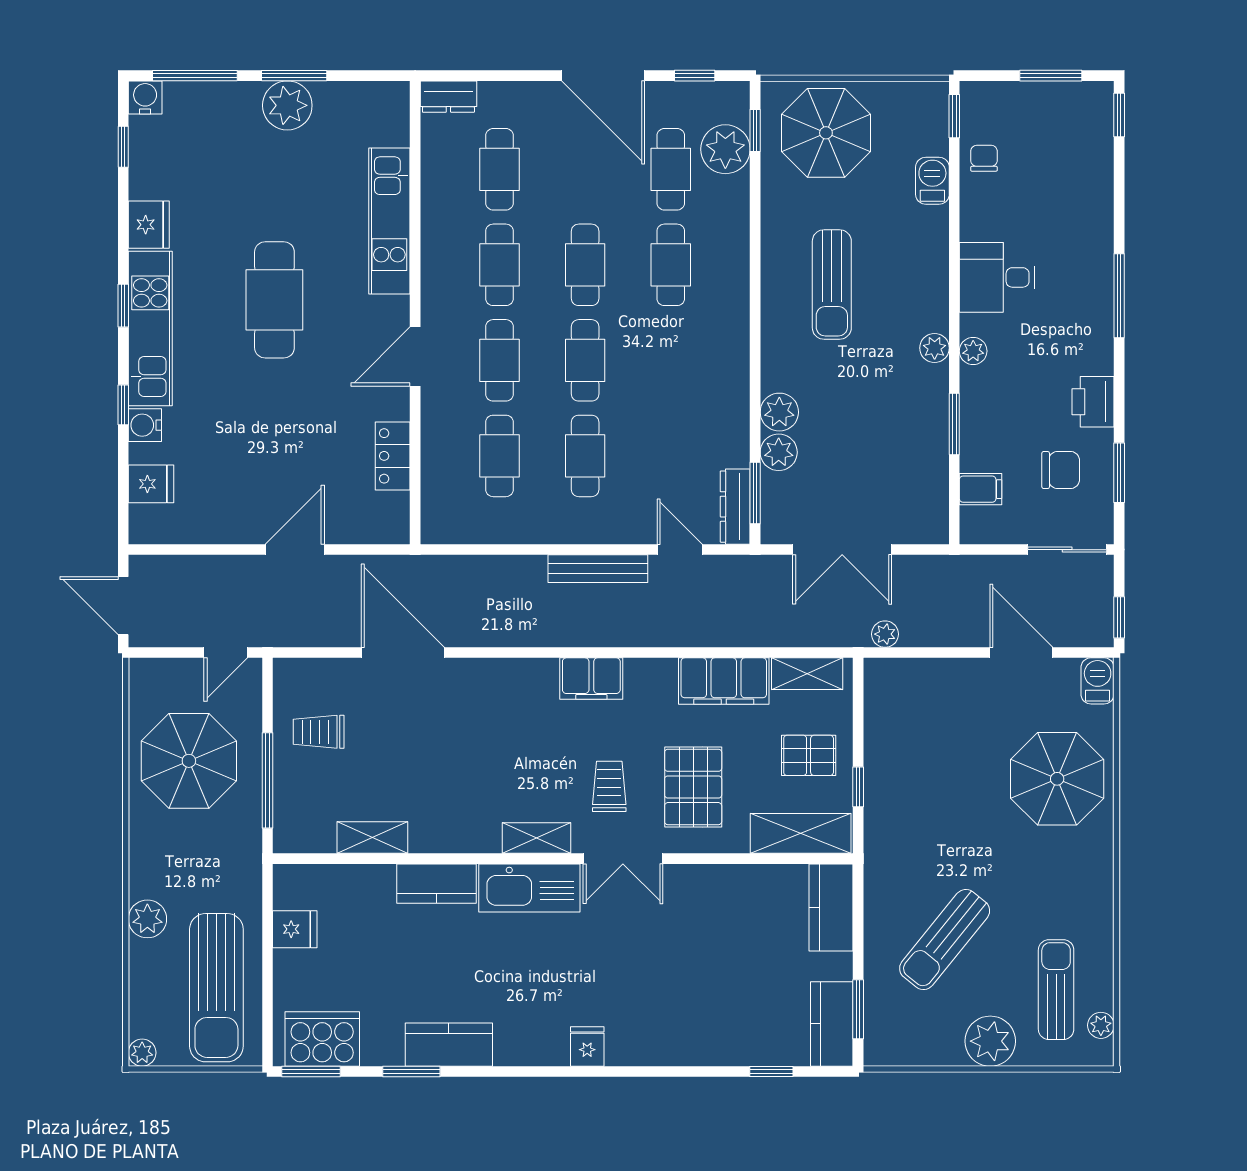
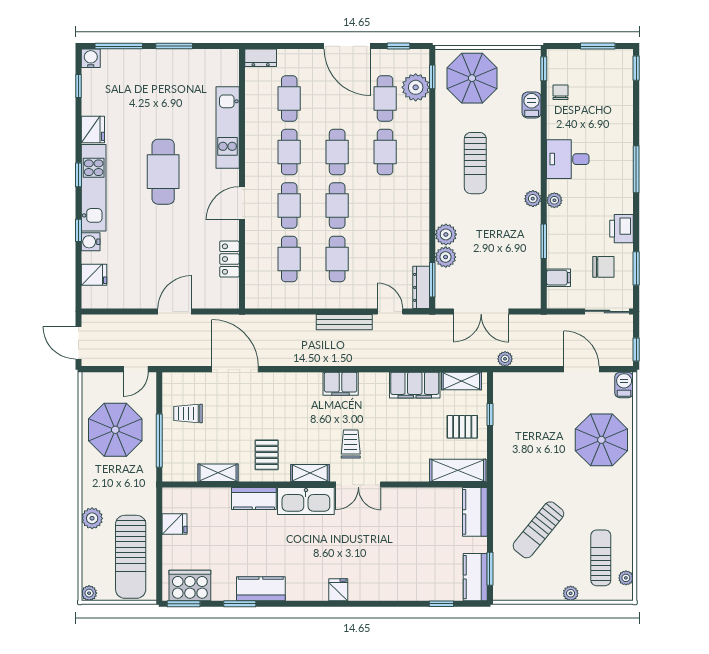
plant: (287, 105) -> (170, 63), removed
pallet: (693, 787) -> (267, 455), moved, width x0.67, depth x0.71
window: (858, 787) -> (490, 414), moved
plant: (990, 1041) -> (571, 593), width x0.53, depth x0.53

